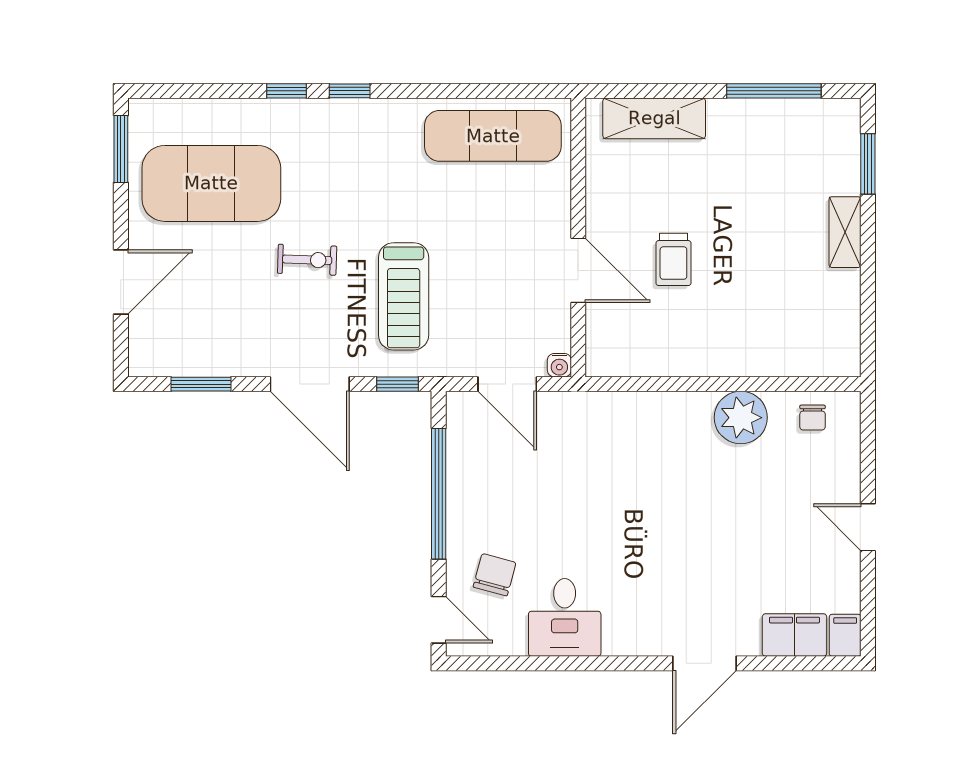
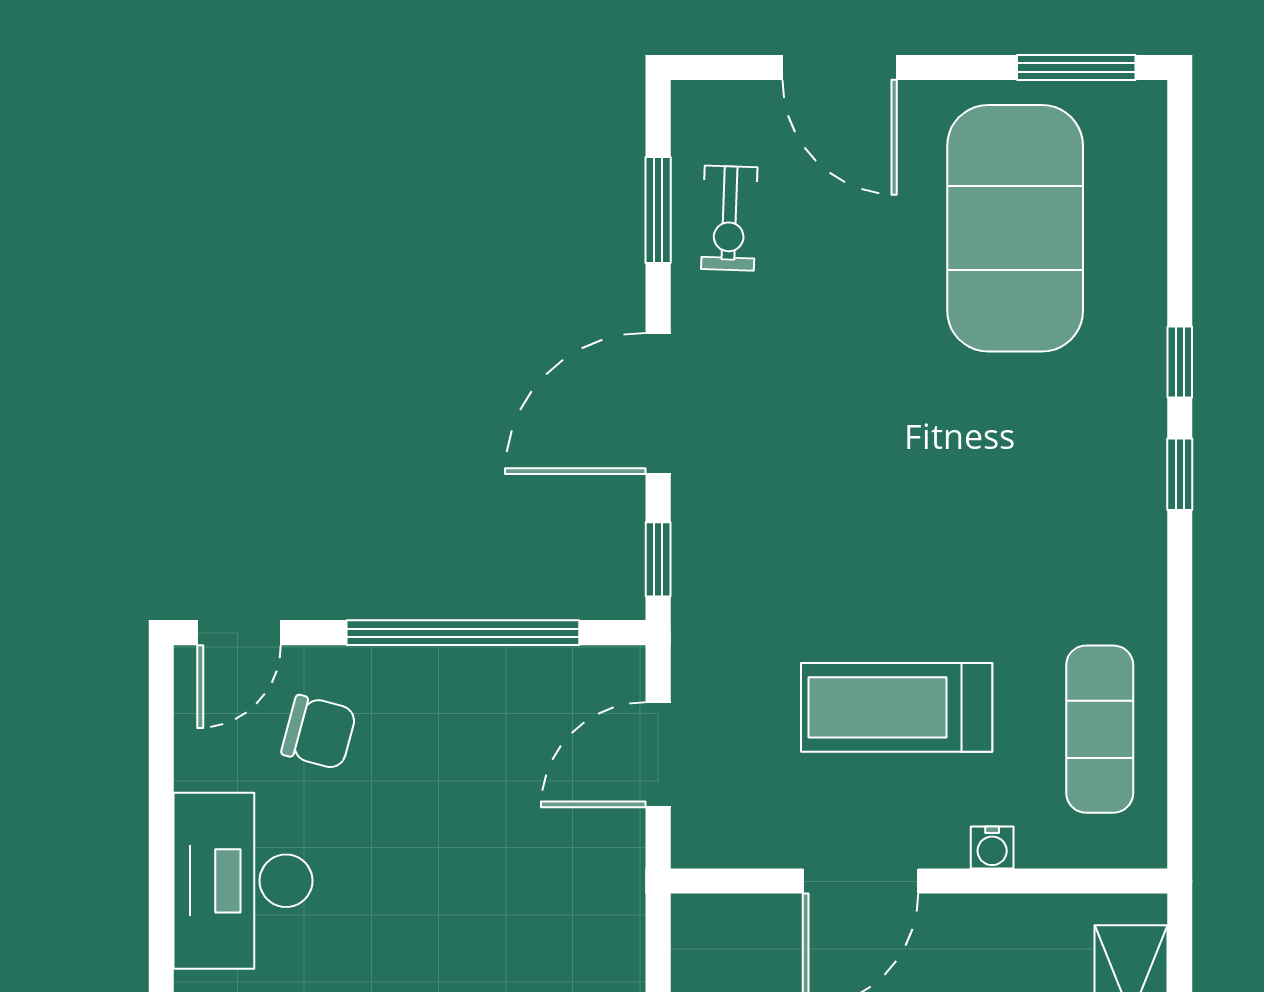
exercise mat: (493, 136) -> (1100, 729), width x0.73, depth x0.69
exercise bike: (307, 260) -> (729, 218), moved
treadmill: (404, 296) -> (897, 707), moved
water cooler: (559, 365) -> (992, 847), moved, turned -90
desk: (565, 617) -> (243, 881), width x1.37

